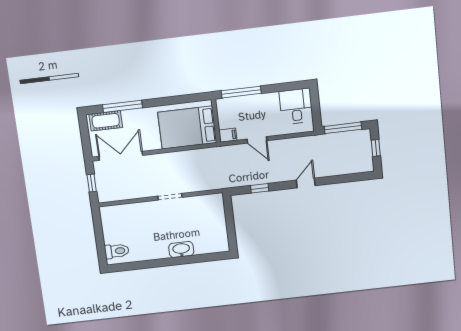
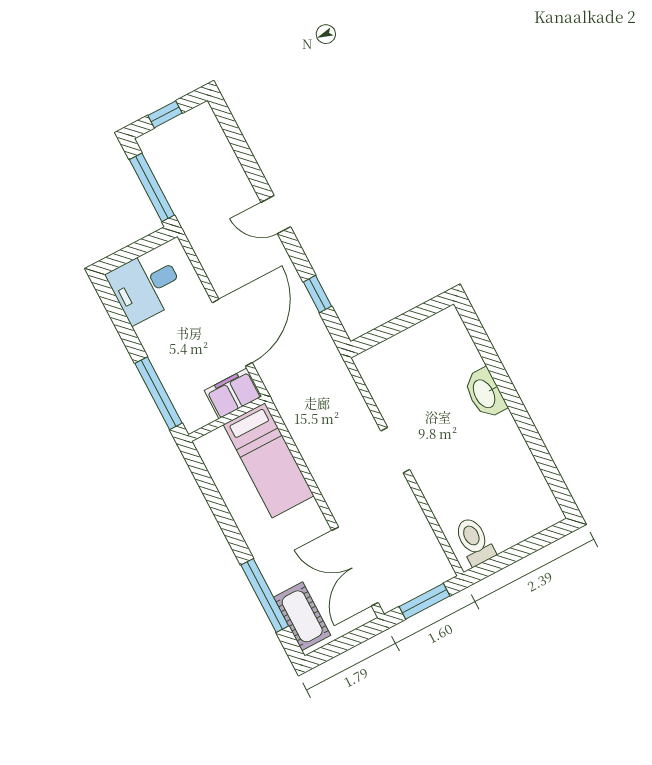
bed: (187, 127) -> (269, 460), width x0.67
filing cabinet: (228, 135) -> (233, 394), width x2.00
door: (257, 140) -> (232, 333), width x1.87
window: (92, 183) -> (425, 601), width x1.50
toilet: (117, 251) -> (474, 541), moved

